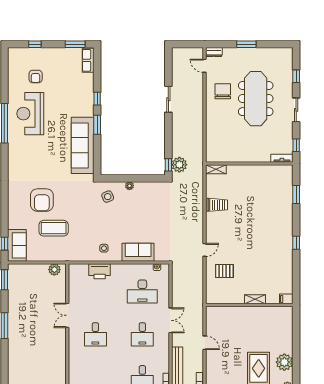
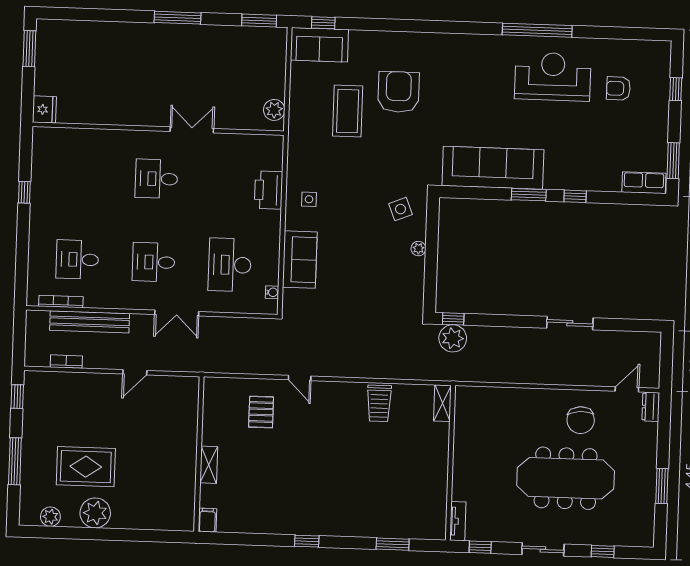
window: (246, 44) -> (662, 486), moved
chair: (223, 91) -> (581, 420), turned 86
armchair: (42, 200) -> (398, 92), turned 90

